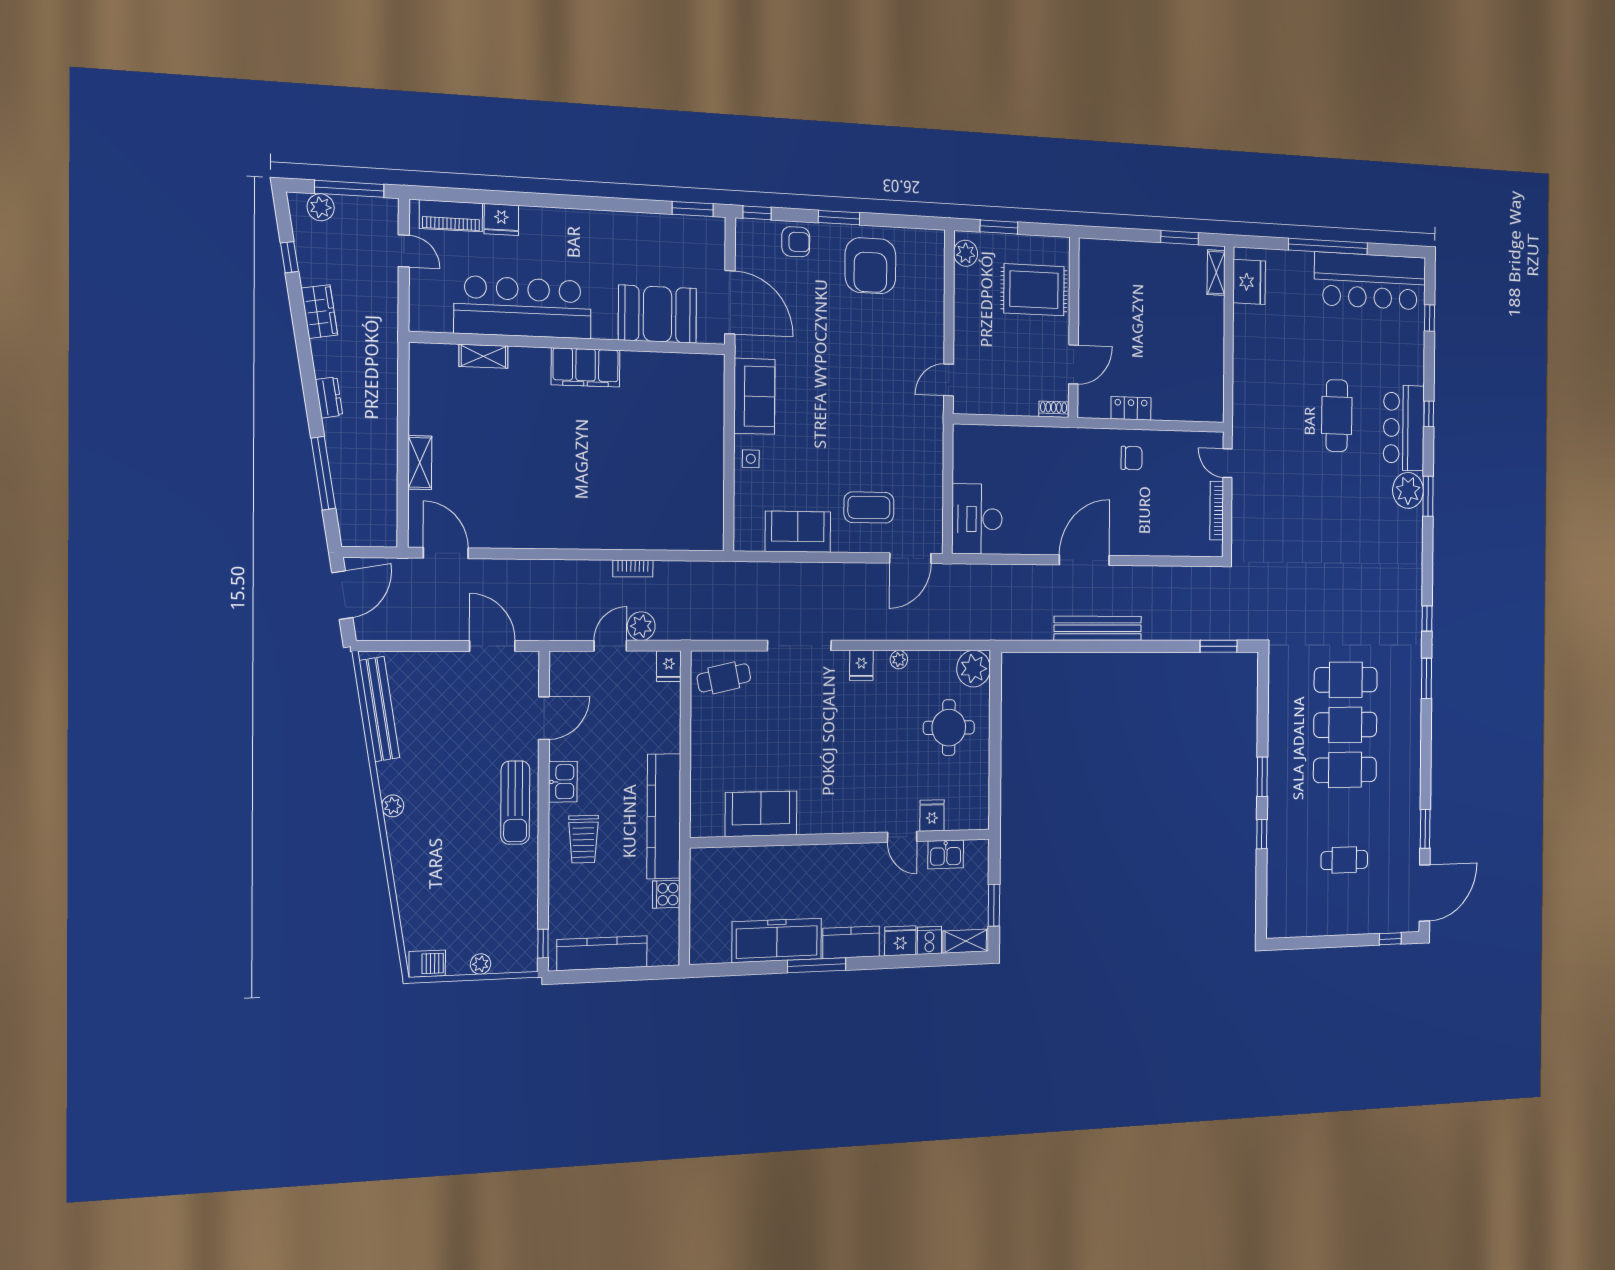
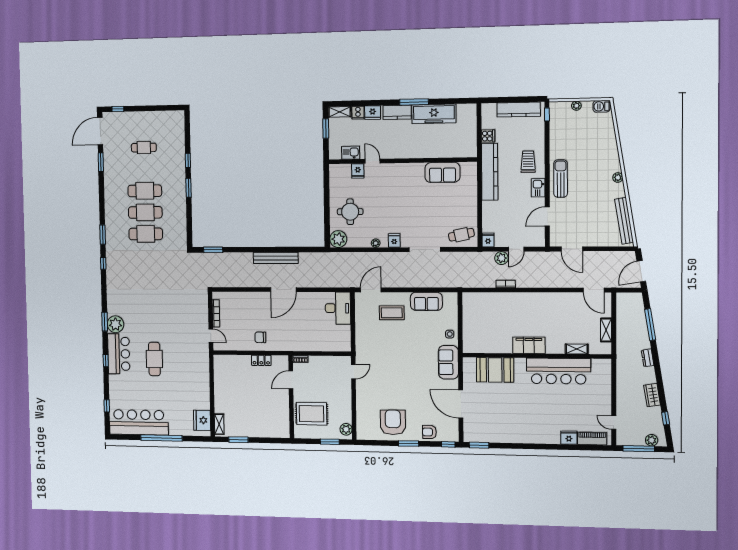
bar counter: (523, 307) -> (559, 371), moved
booth: (657, 314) -> (495, 370), moved
wall: (570, 343) -> (536, 356), moved
shelving: (483, 356) -> (577, 349), moved
filing cabinet: (586, 368) -> (529, 345), moved

